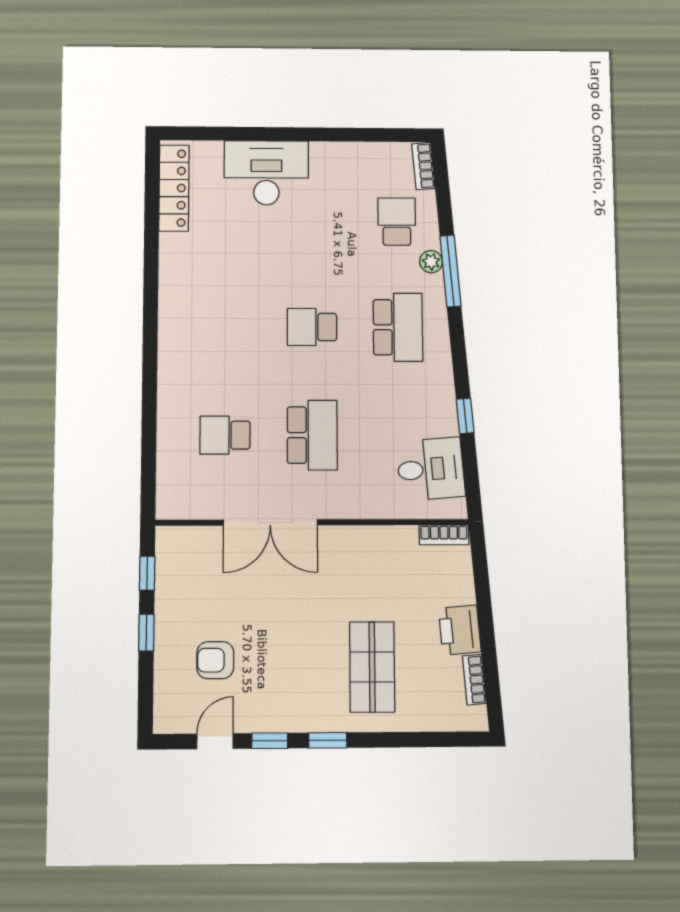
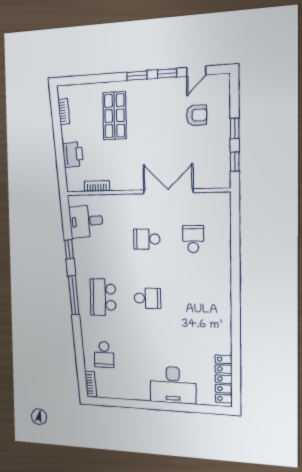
plant: (431, 262) -> (87, 332), removed
window: (451, 271) -> (74, 295), moved
school desk: (225, 435) -> (193, 239), turned -90
school desk: (312, 435) -> (147, 239), width x0.54
bookcase: (444, 535) -> (97, 186), moved
printer: (460, 630) -> (73, 155), moved

